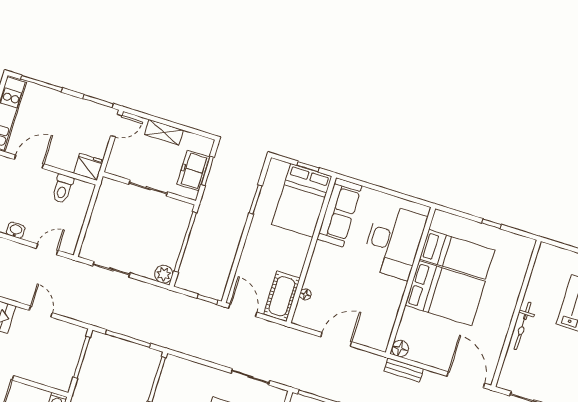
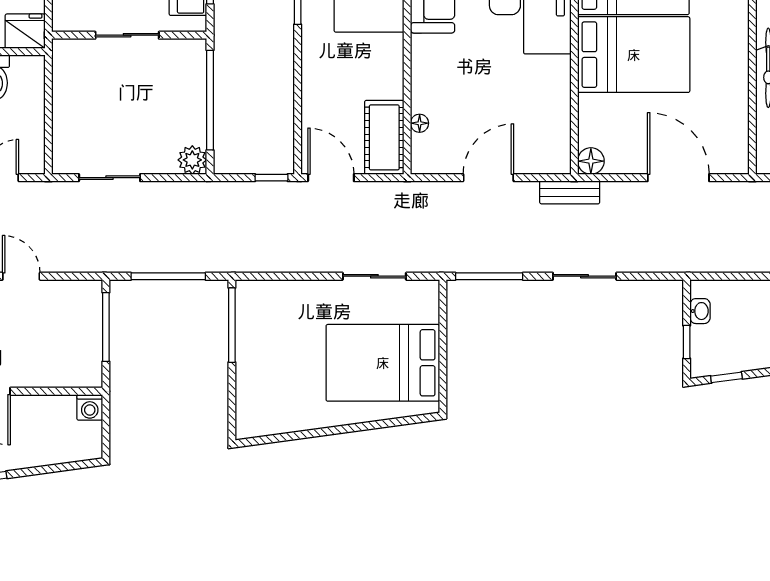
bench: (404, 370) -> (570, 192), moved
door: (466, 380) -> (678, 178), moved

